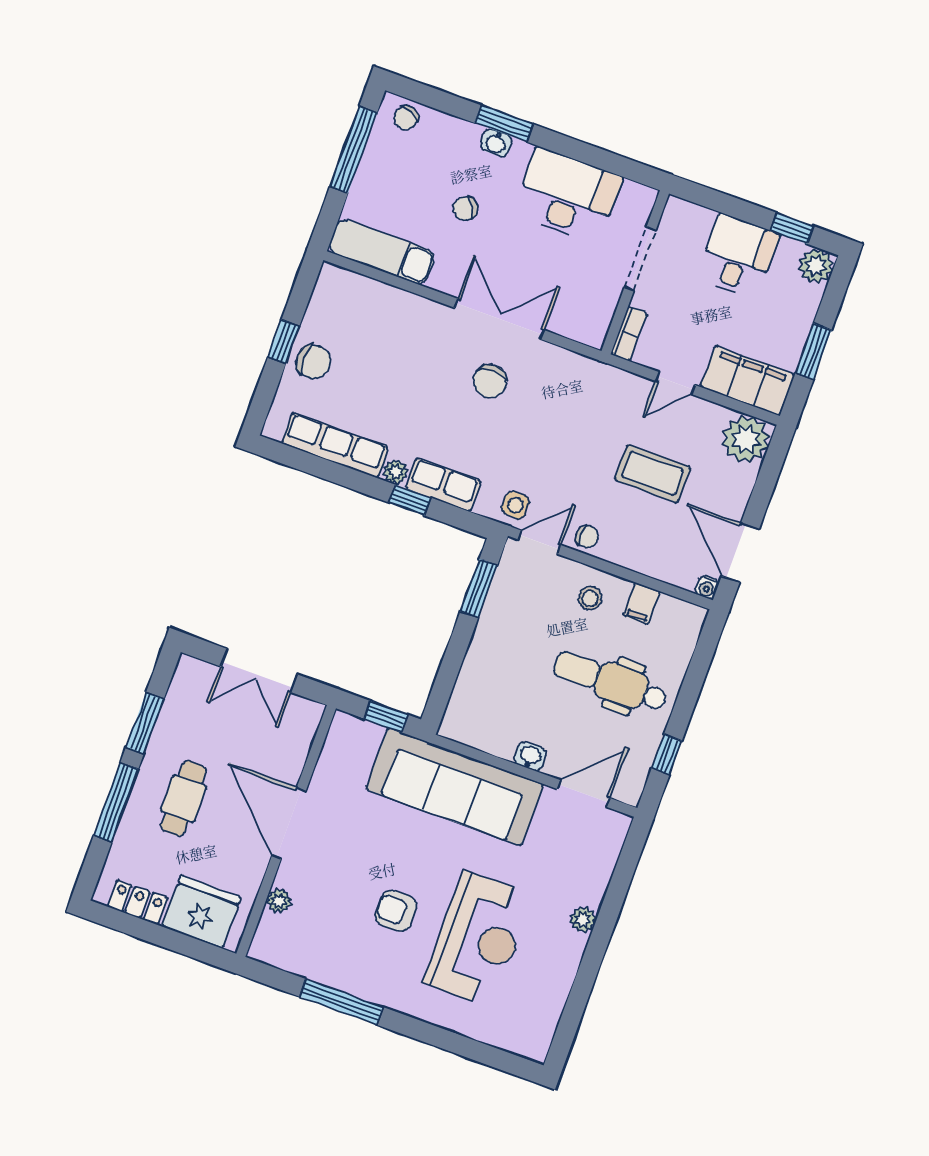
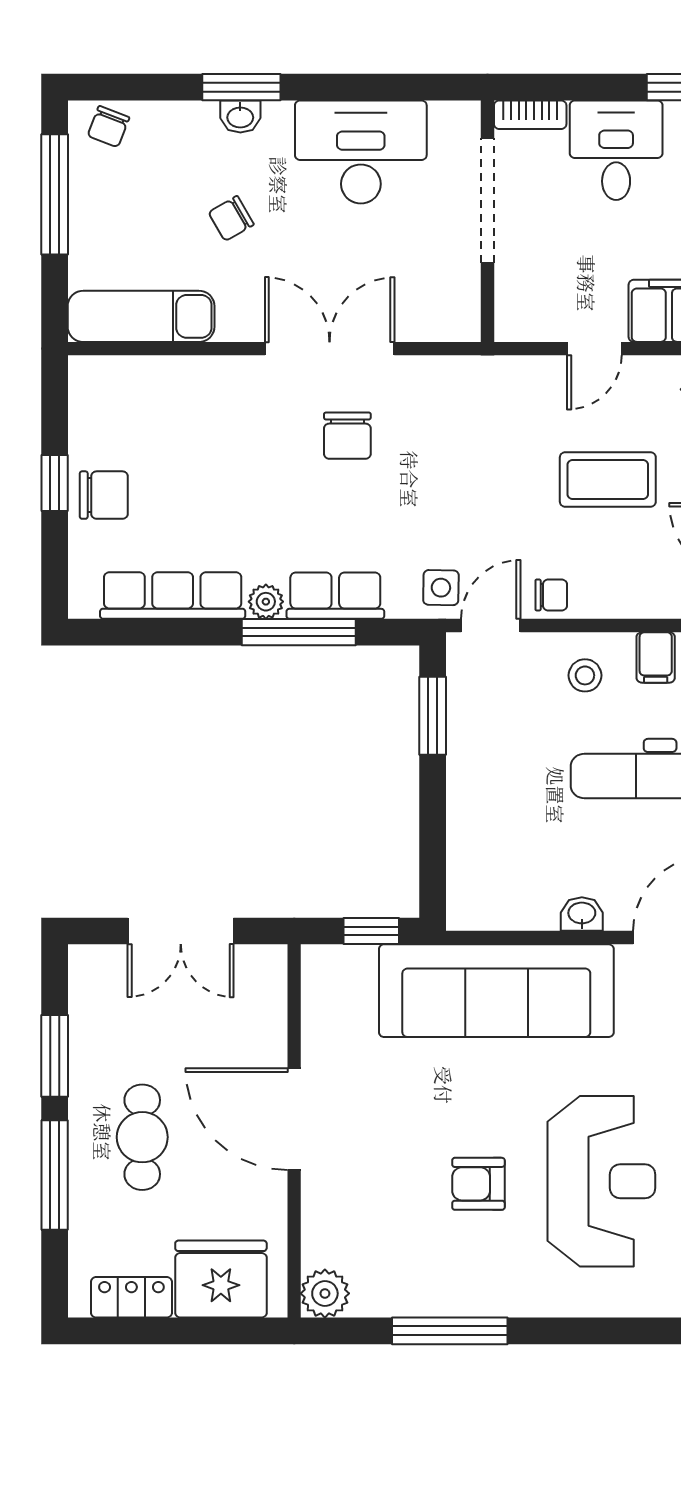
doorway: (640, 259) -> (488, 201), width x1.36
bookcase: (629, 334) -> (530, 115), moved, turned 90
window: (410, 500) -> (299, 632), width x2.17
plant: (279, 901) -> (325, 1293), moved, width x1.38, depth x1.38

